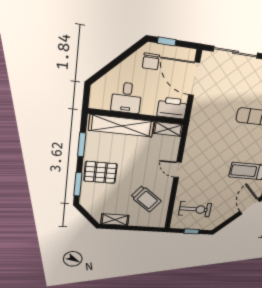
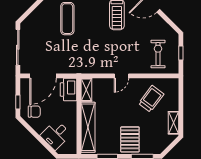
desk: (127, 98) -> (56, 135), moved, turned 135

